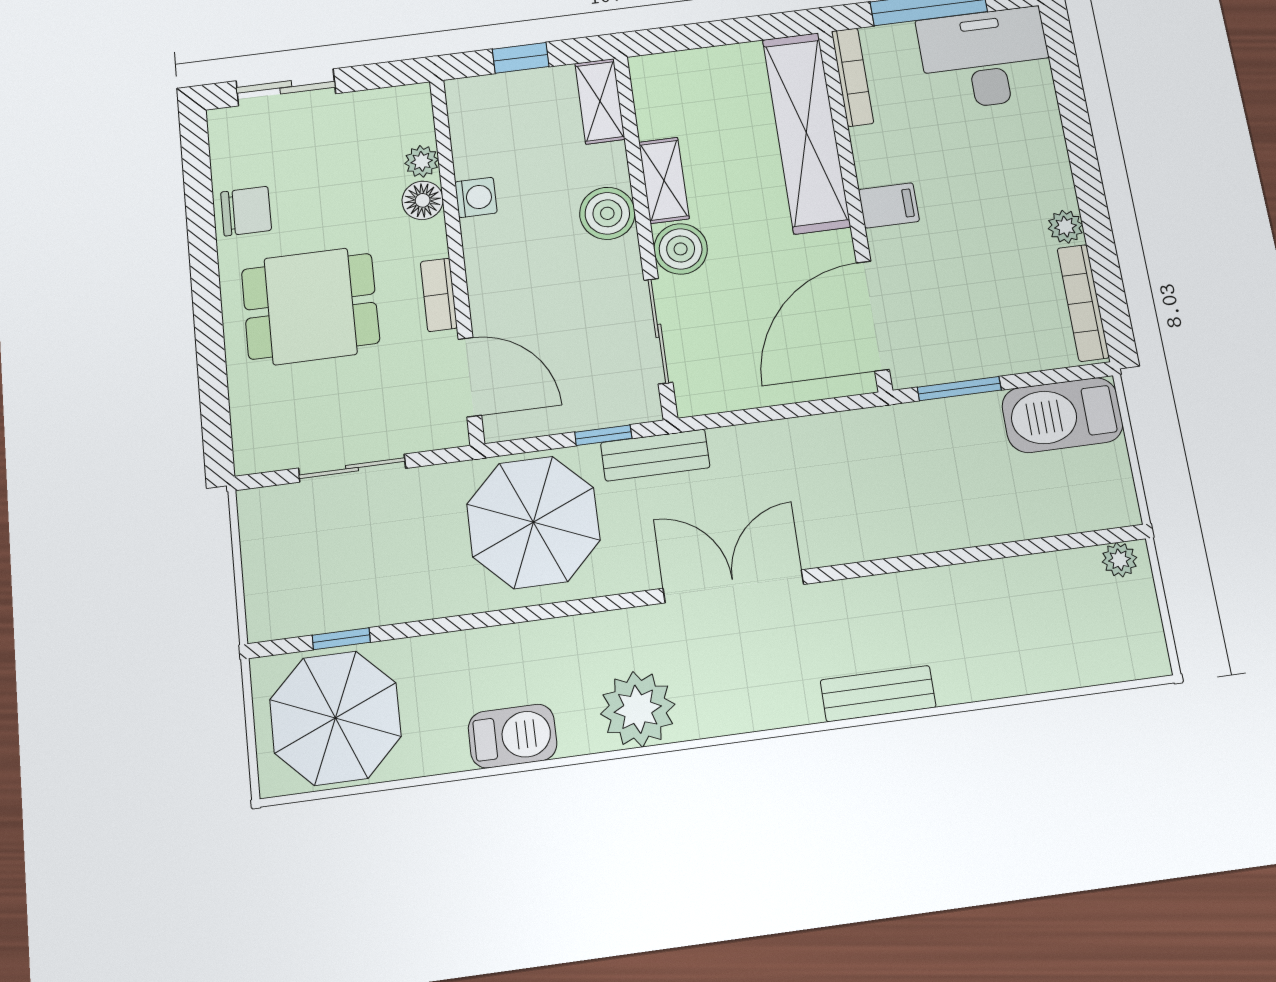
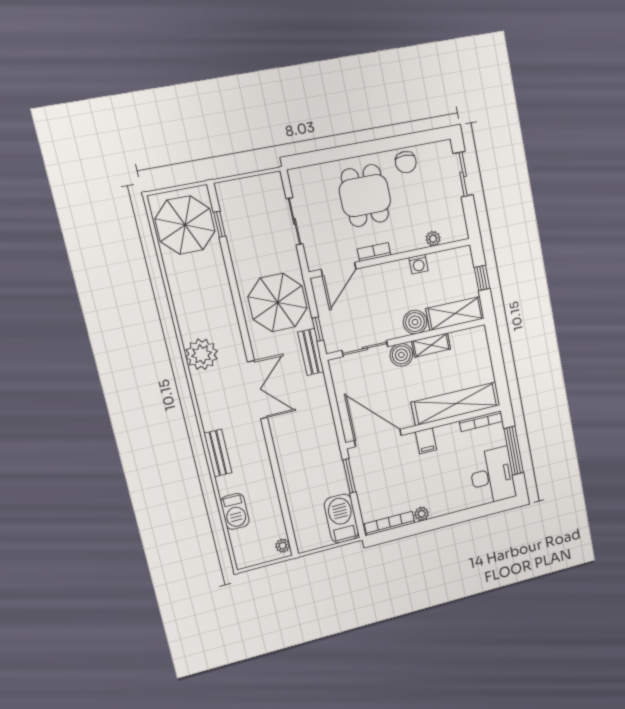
shelving: (600, 101) -> (455, 314), width x1.50, depth x1.33
floor lamp: (423, 200) -> (416, 241), removed
barbecue: (513, 736) -> (235, 511), moved

